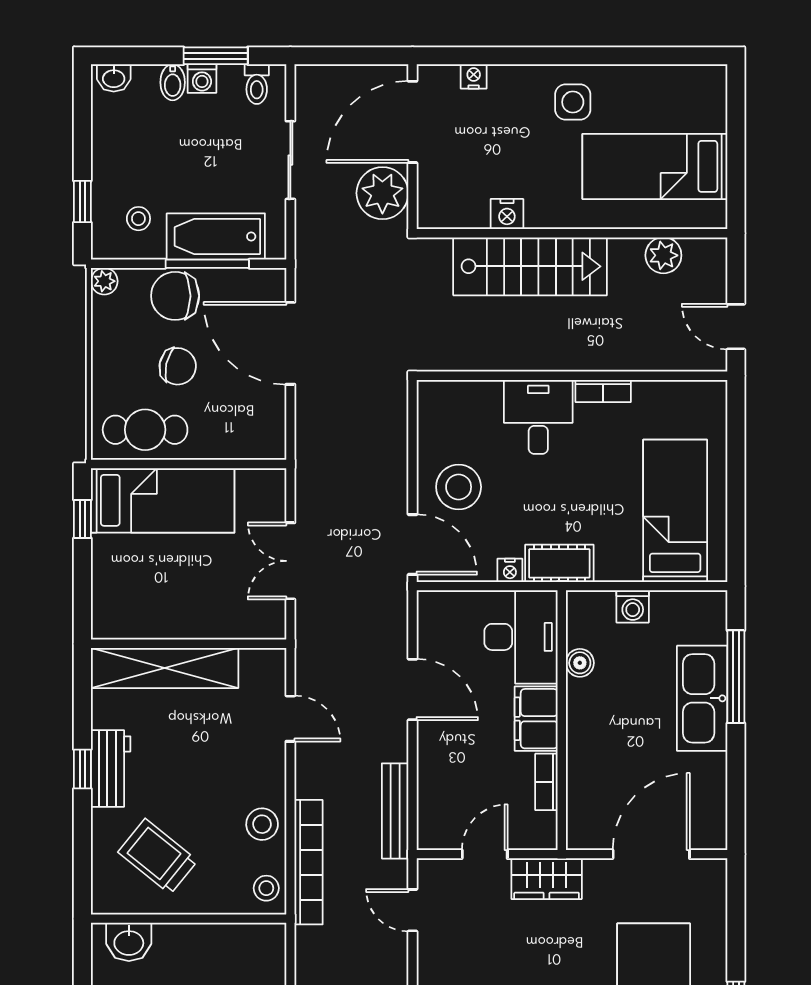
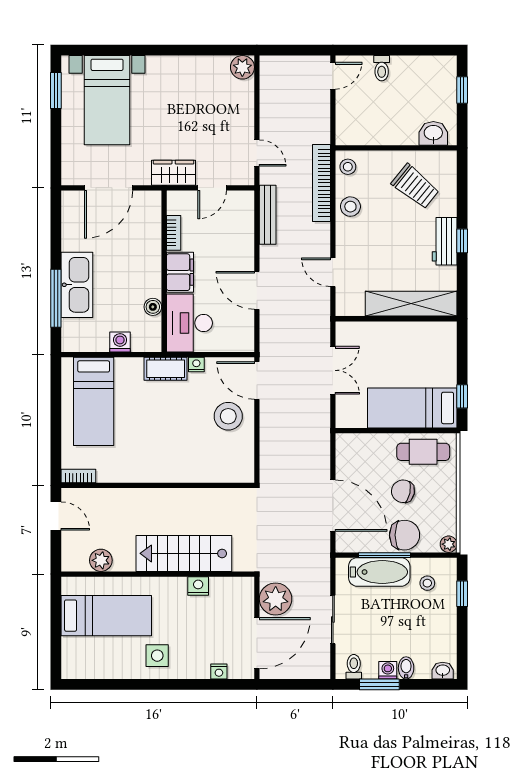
bookcase: (603, 391) -> (78, 476), moved
desk: (538, 417) -> (179, 460), removed

